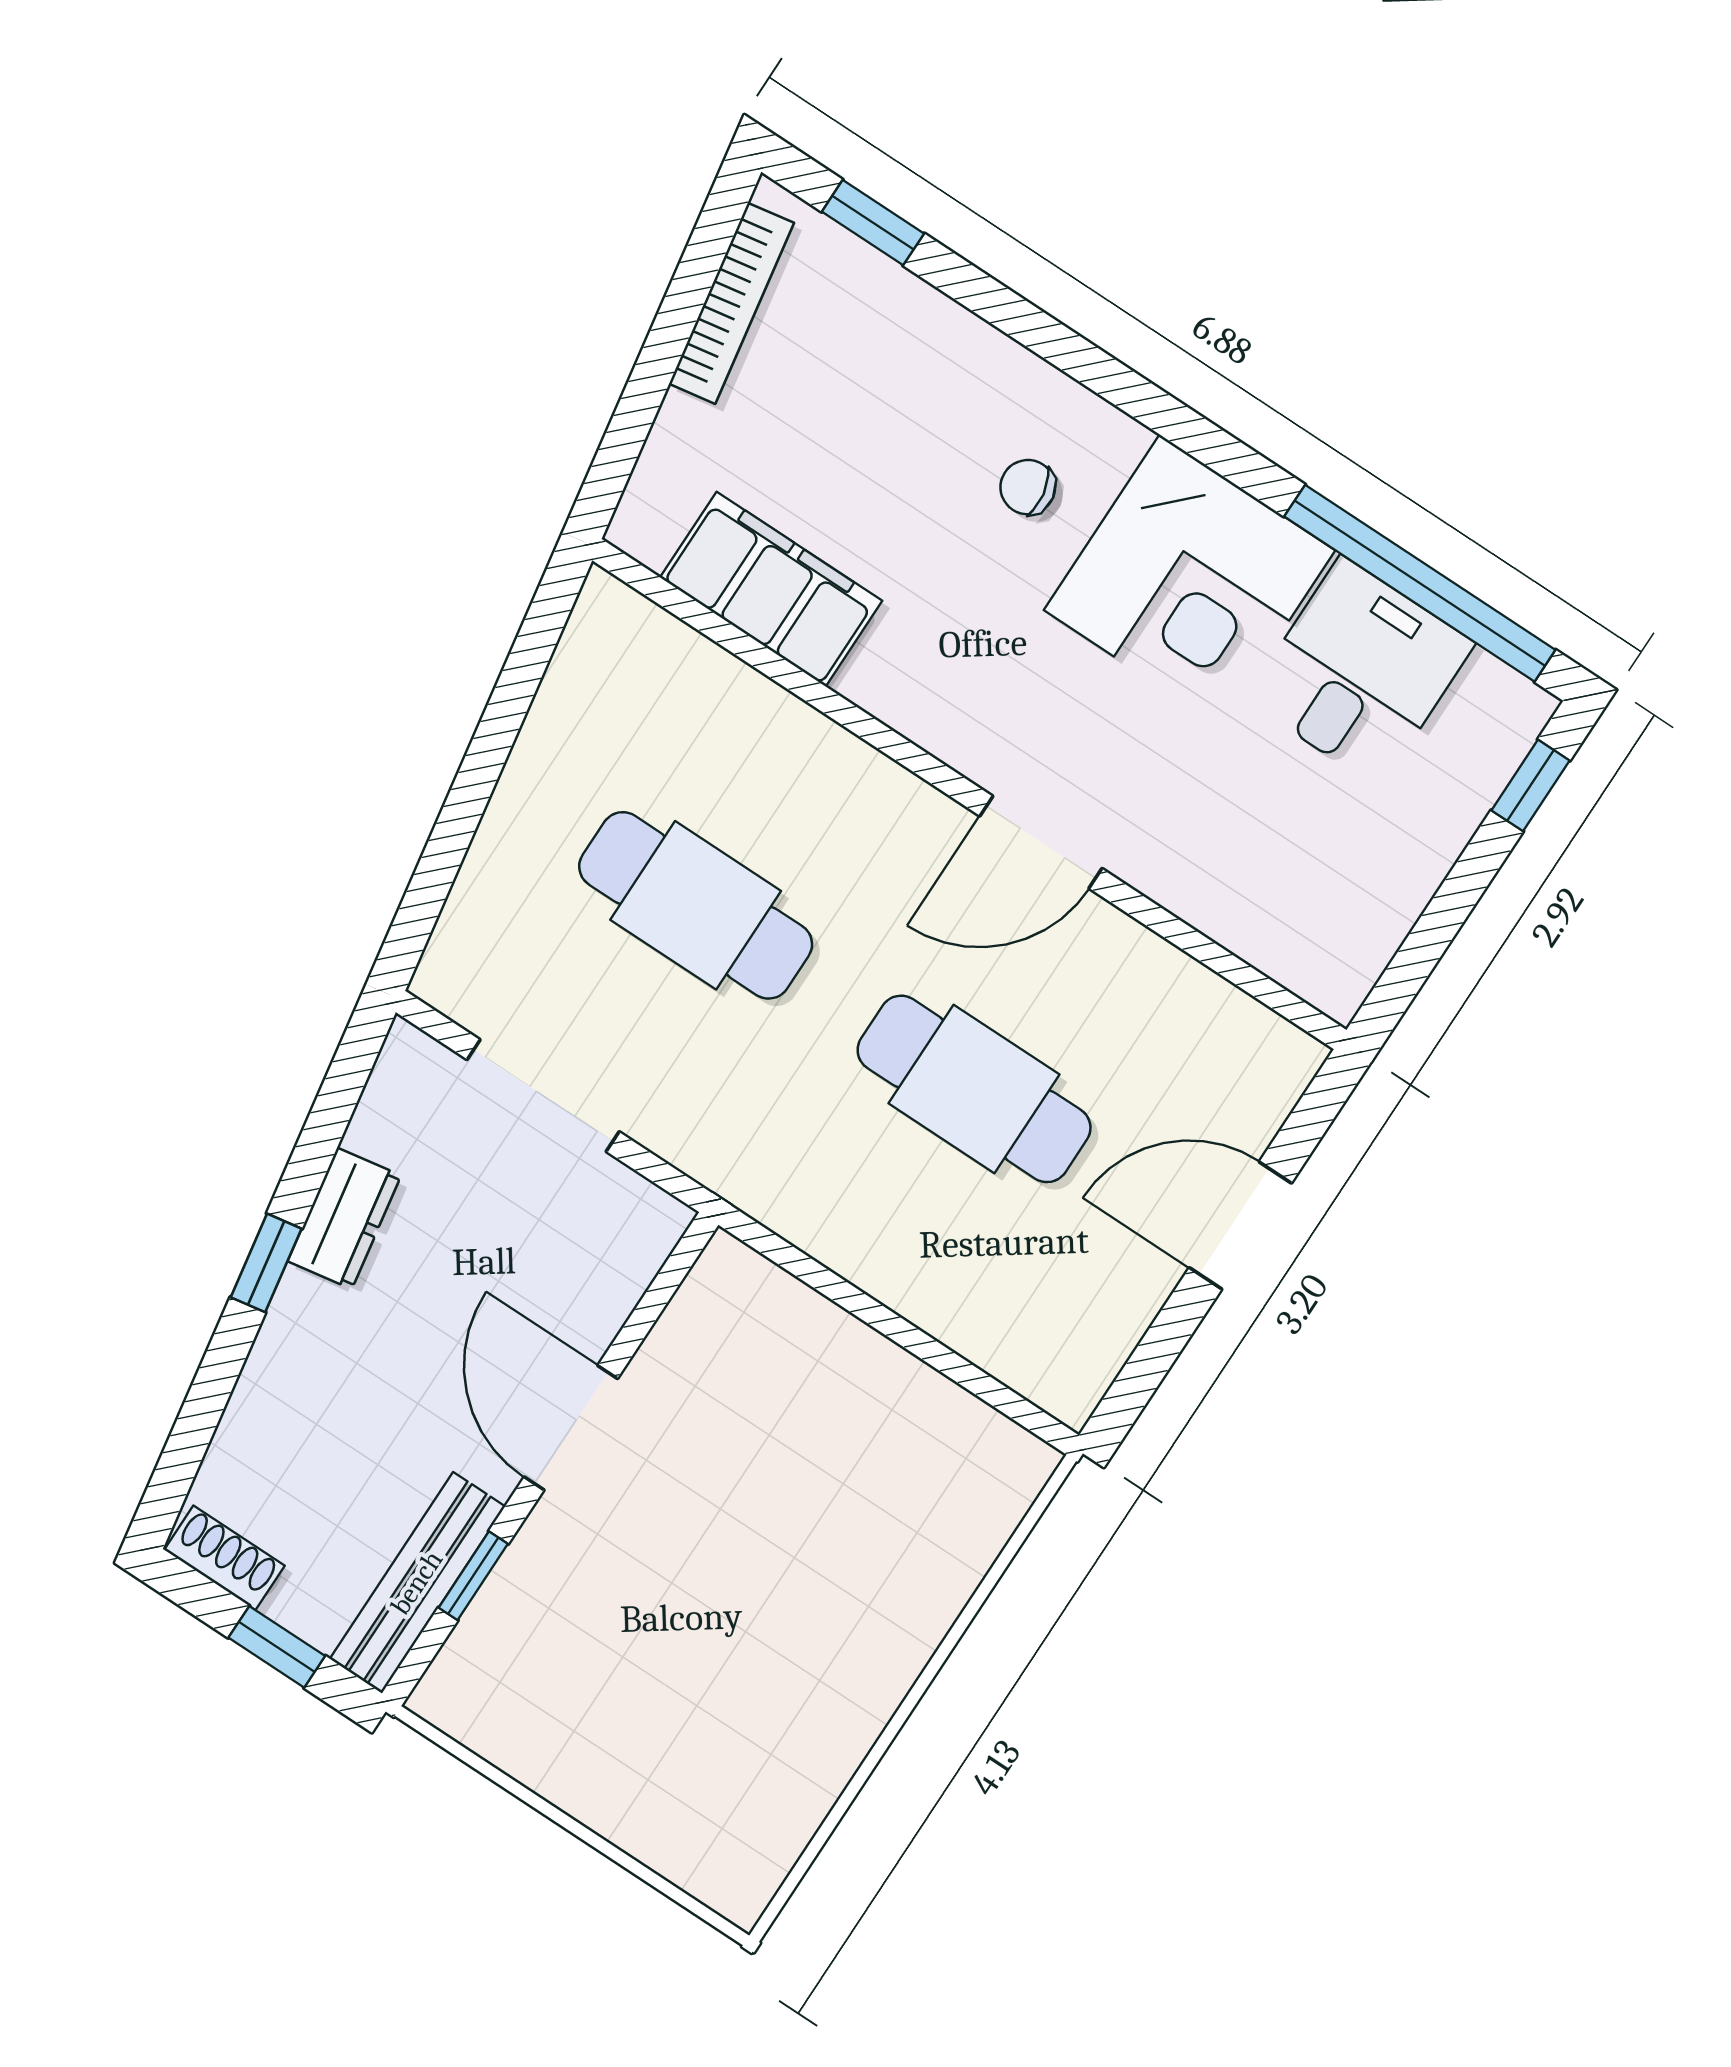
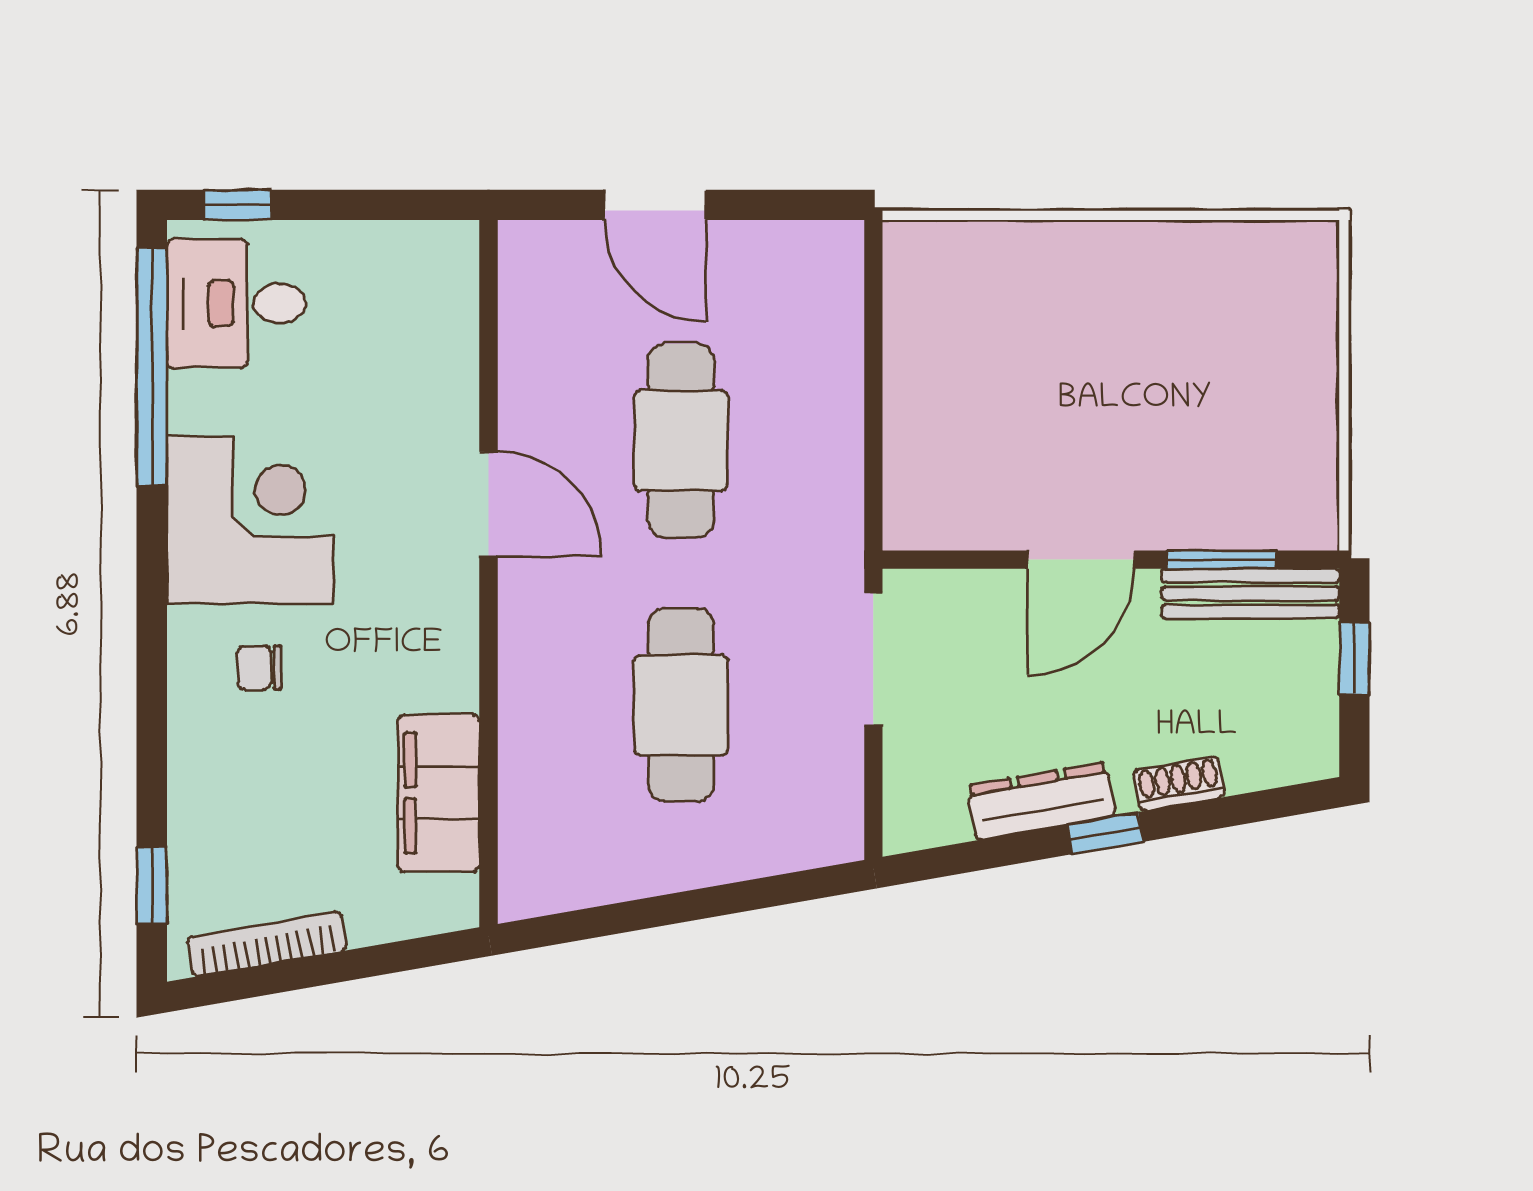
chair: (1028, 487) -> (259, 668), turned 100
desk: (1360, 672) -> (236, 303), moved
doorway: (543, 1096) -> (873, 659), moved
dresser: (344, 1218) -> (1041, 801), width x1.44
shoe rack: (224, 1558) -> (1179, 784), moved, turned 80
window: (473, 1576) -> (1222, 560), width x1.50

